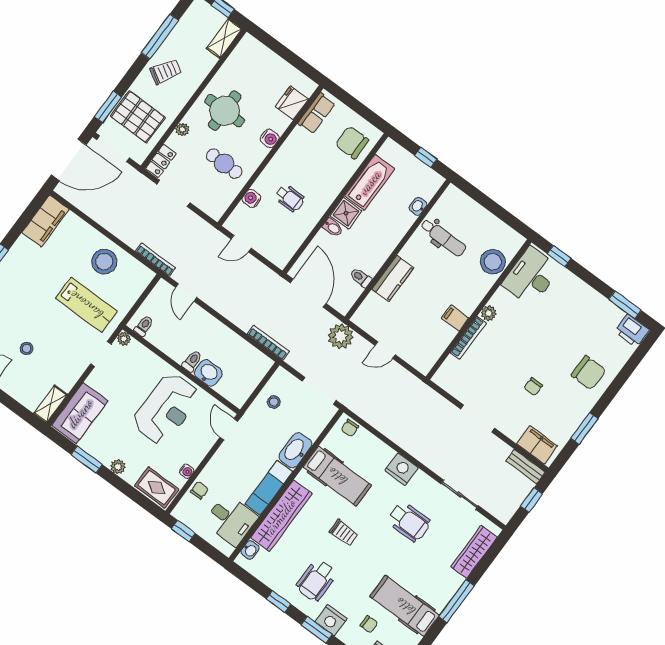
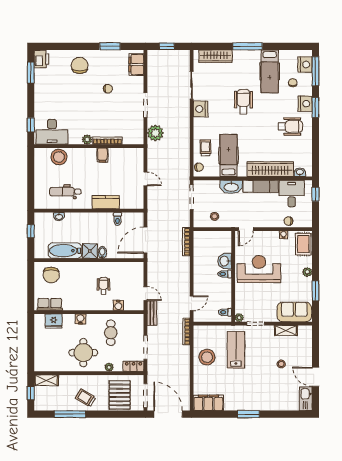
window: (108, 107) -> (126, 414), removed
dental chair: (443, 238) -> (65, 192), turned -90
plant: (341, 336) -> (155, 133), moved
shelving: (51, 404) -> (286, 330), moved
bench: (525, 466) -> (152, 313), moved
nightstand: (402, 469) -> (200, 109), moved
wheelchair: (409, 522) -> (243, 102), moved
window: (183, 531) -> (316, 194), moved
trolley: (344, 533) -> (205, 148), moved
window: (279, 601) -> (316, 138), removed

